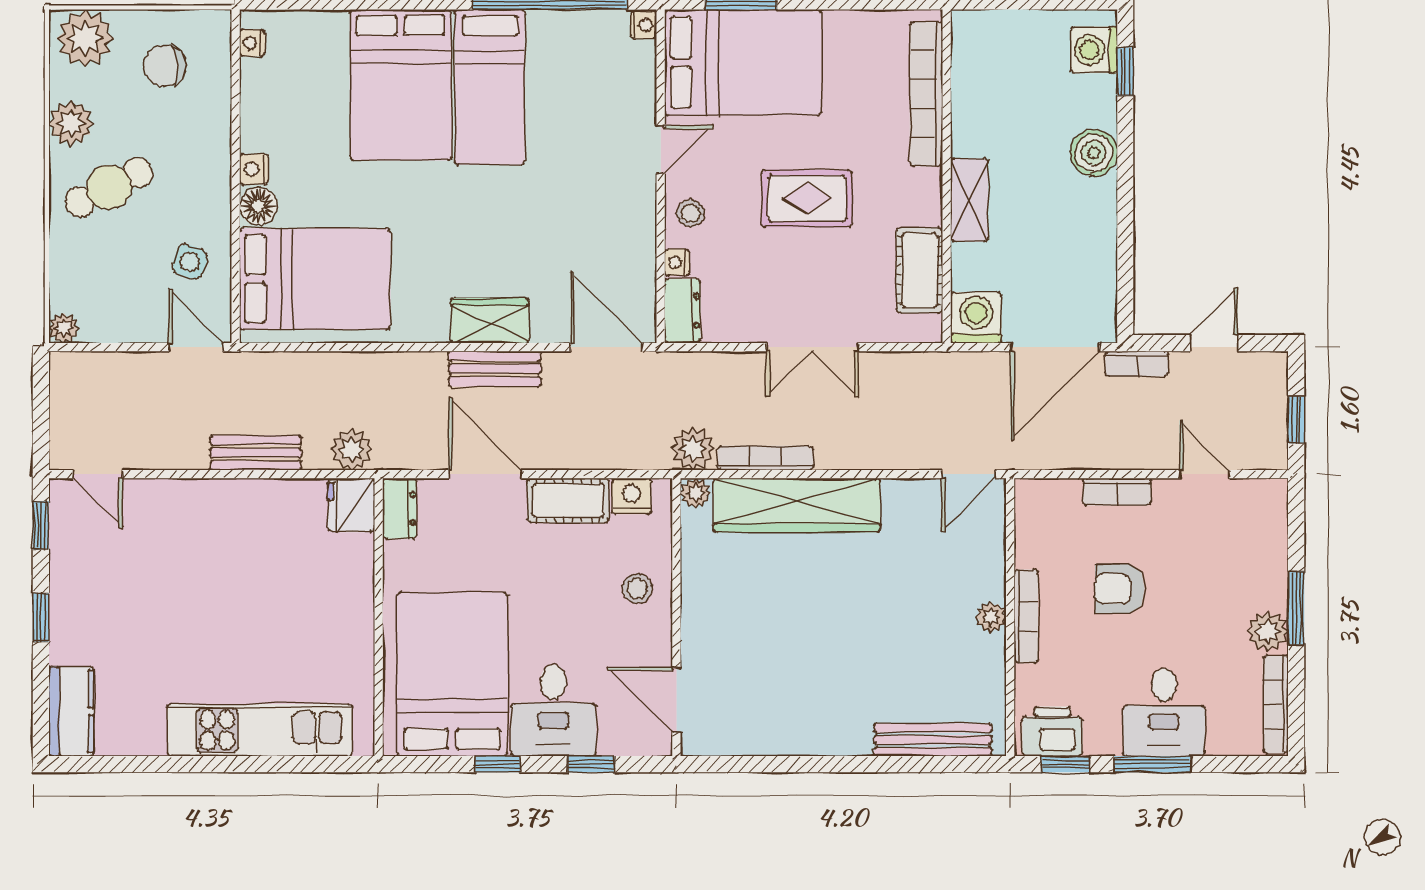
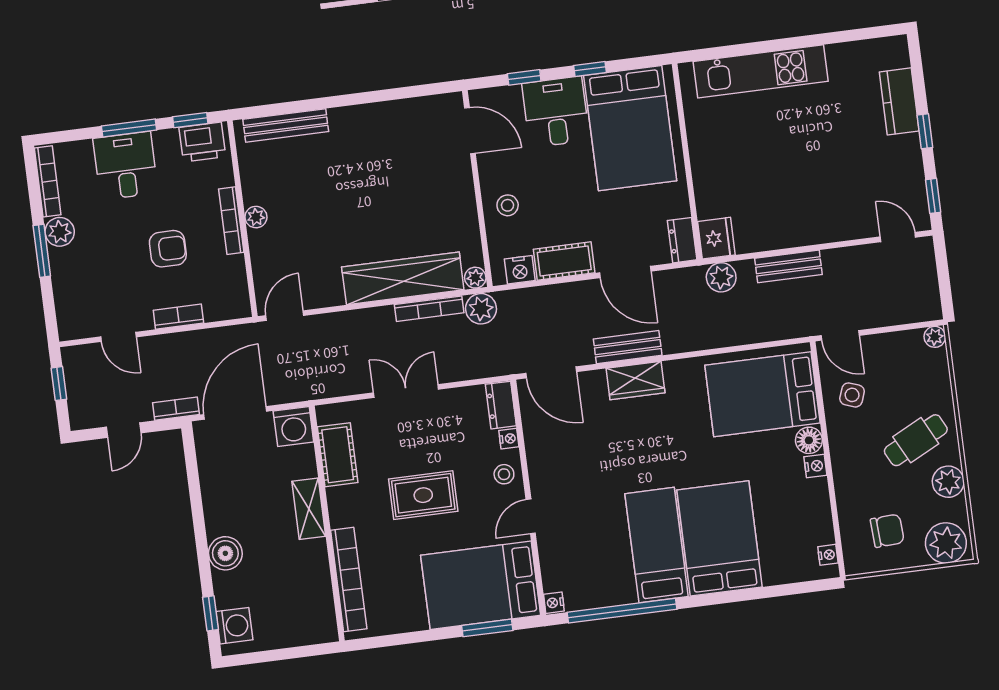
kitchen counter: (71, 711) -> (899, 101), moved

